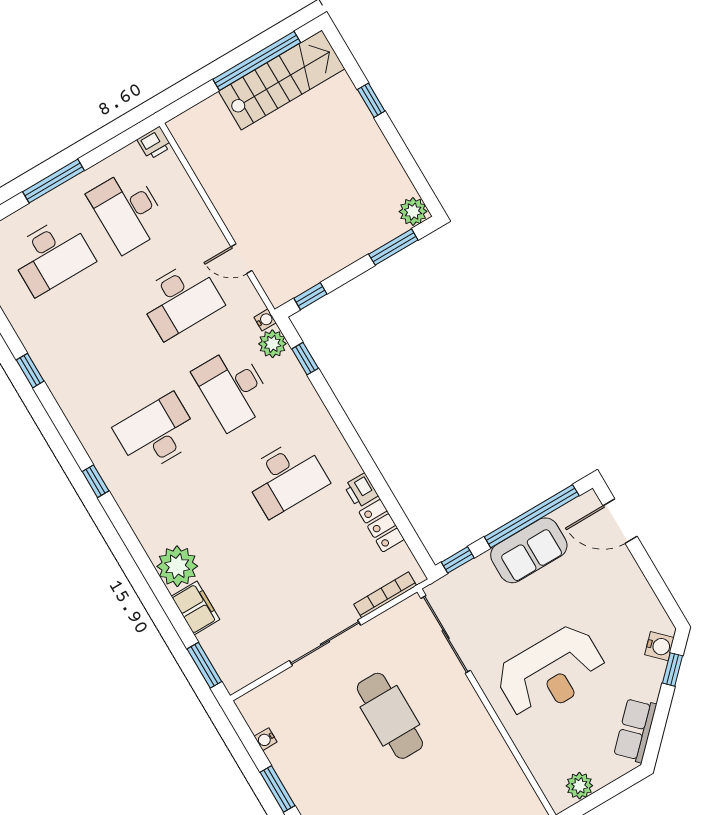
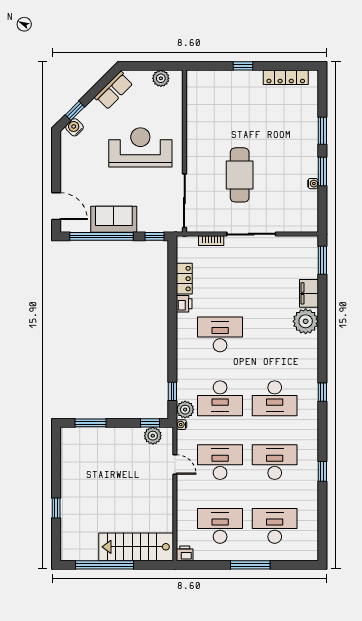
stairs: (282, 80) -> (136, 547), moved
desk: (128, 210) -> (220, 526), turned -90
plant: (413, 212) -> (153, 436), moved
desk: (104, 344) -> (275, 462), added
desk: (233, 388) -> (220, 398), turned 90
bookcase: (385, 595) -> (211, 241), width x0.64
water cooler: (266, 739) -> (313, 184), moved

